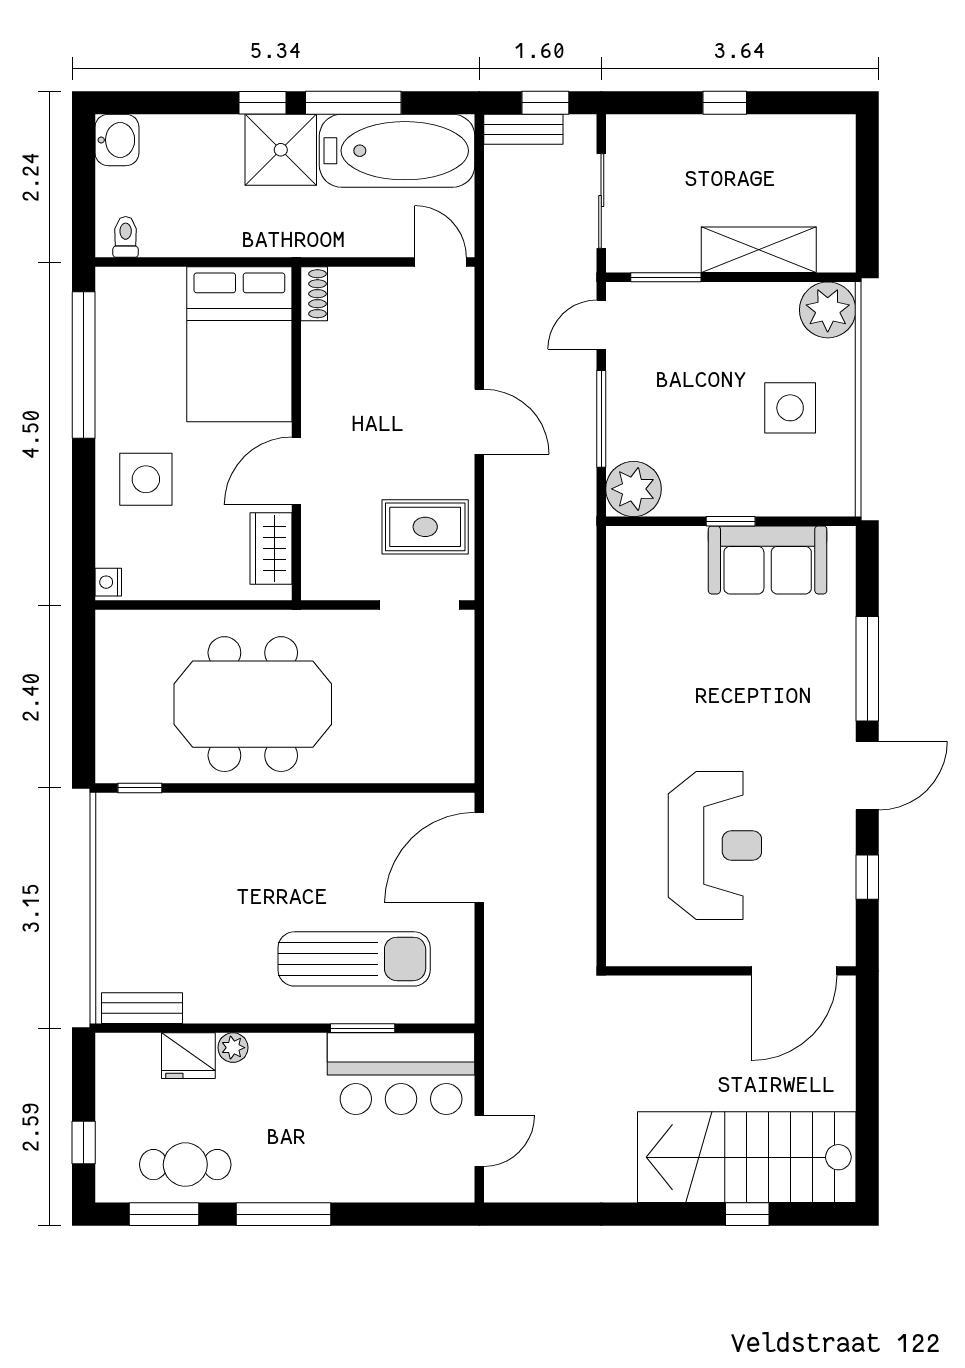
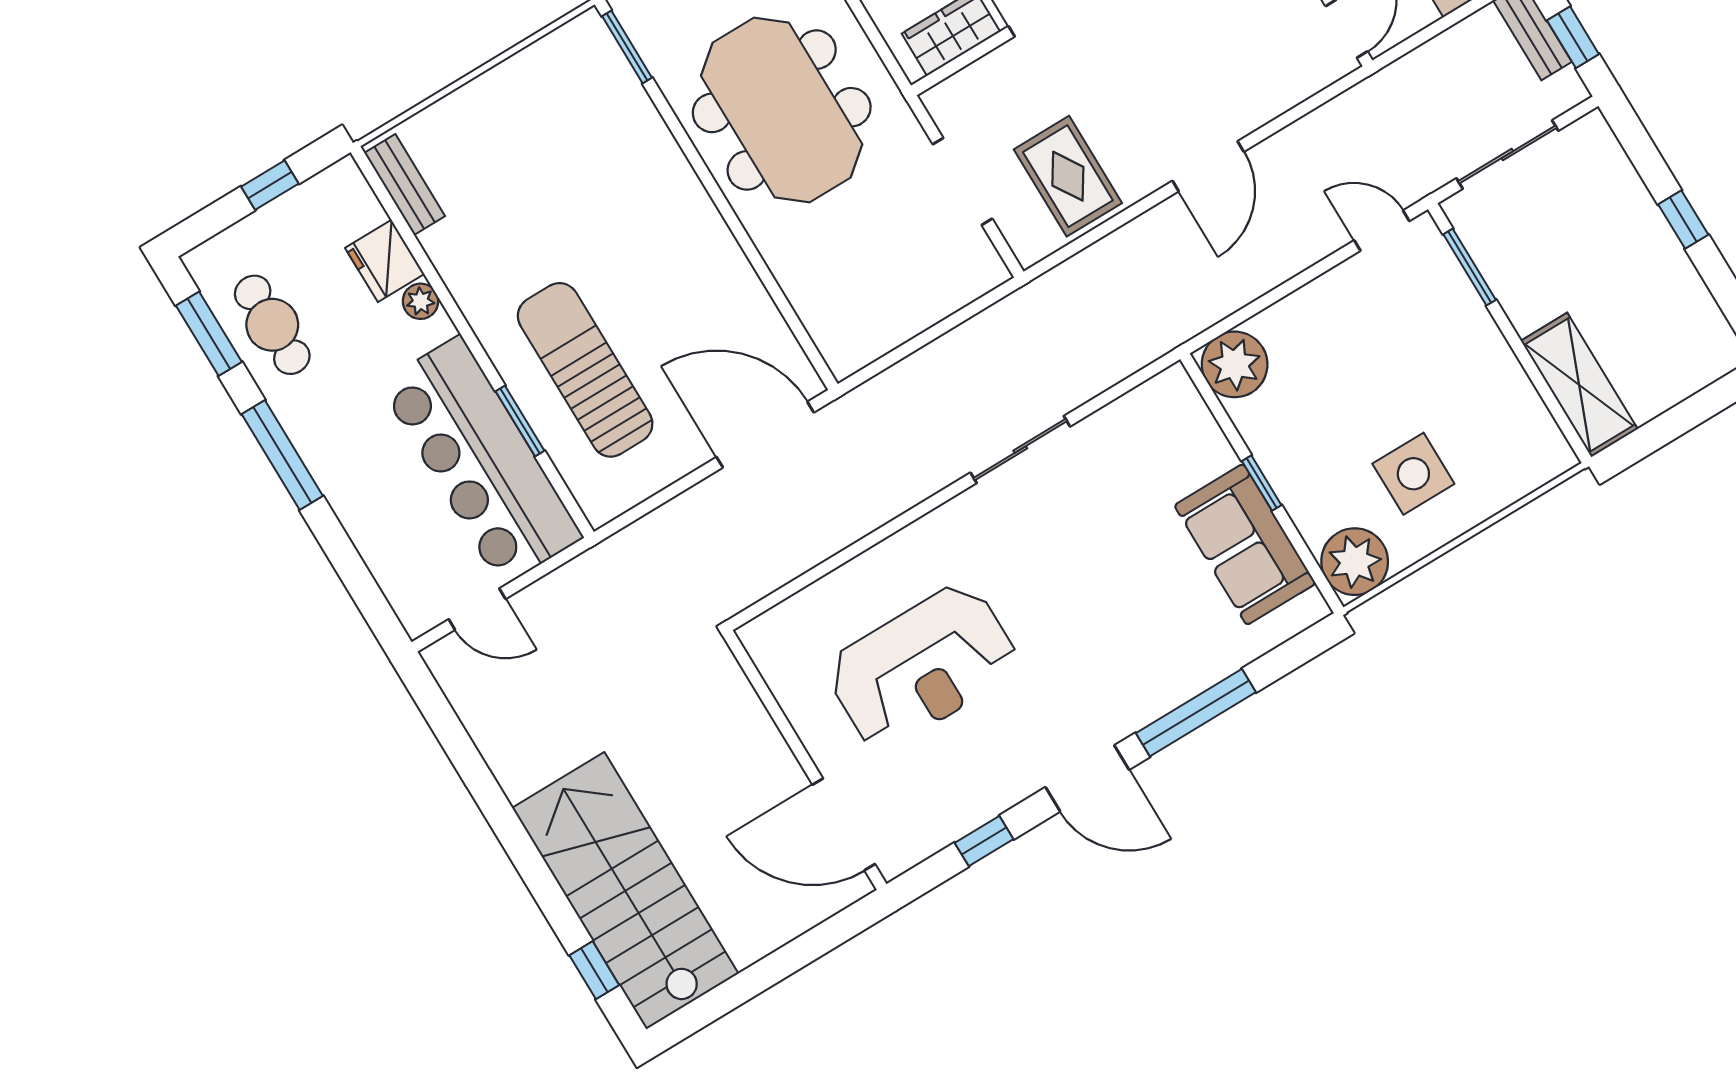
shelving: (759, 250) -> (1579, 385), moved
plant: (828, 310) -> (1355, 562), moved
window: (601, 419) -> (1286, 289), removed
doorway: (419, 605) -> (963, 181), moved
sliding door: (601, 680) -> (1020, 450), added
window: (140, 788) -> (627, 47), width x1.50
sun lounger: (354, 959) -> (585, 370), turned 180
bar counter: (401, 1074) -> (481, 461), width x1.36
window: (84, 1142) -> (270, 185), moved
window: (747, 1214) -> (594, 970), moved

